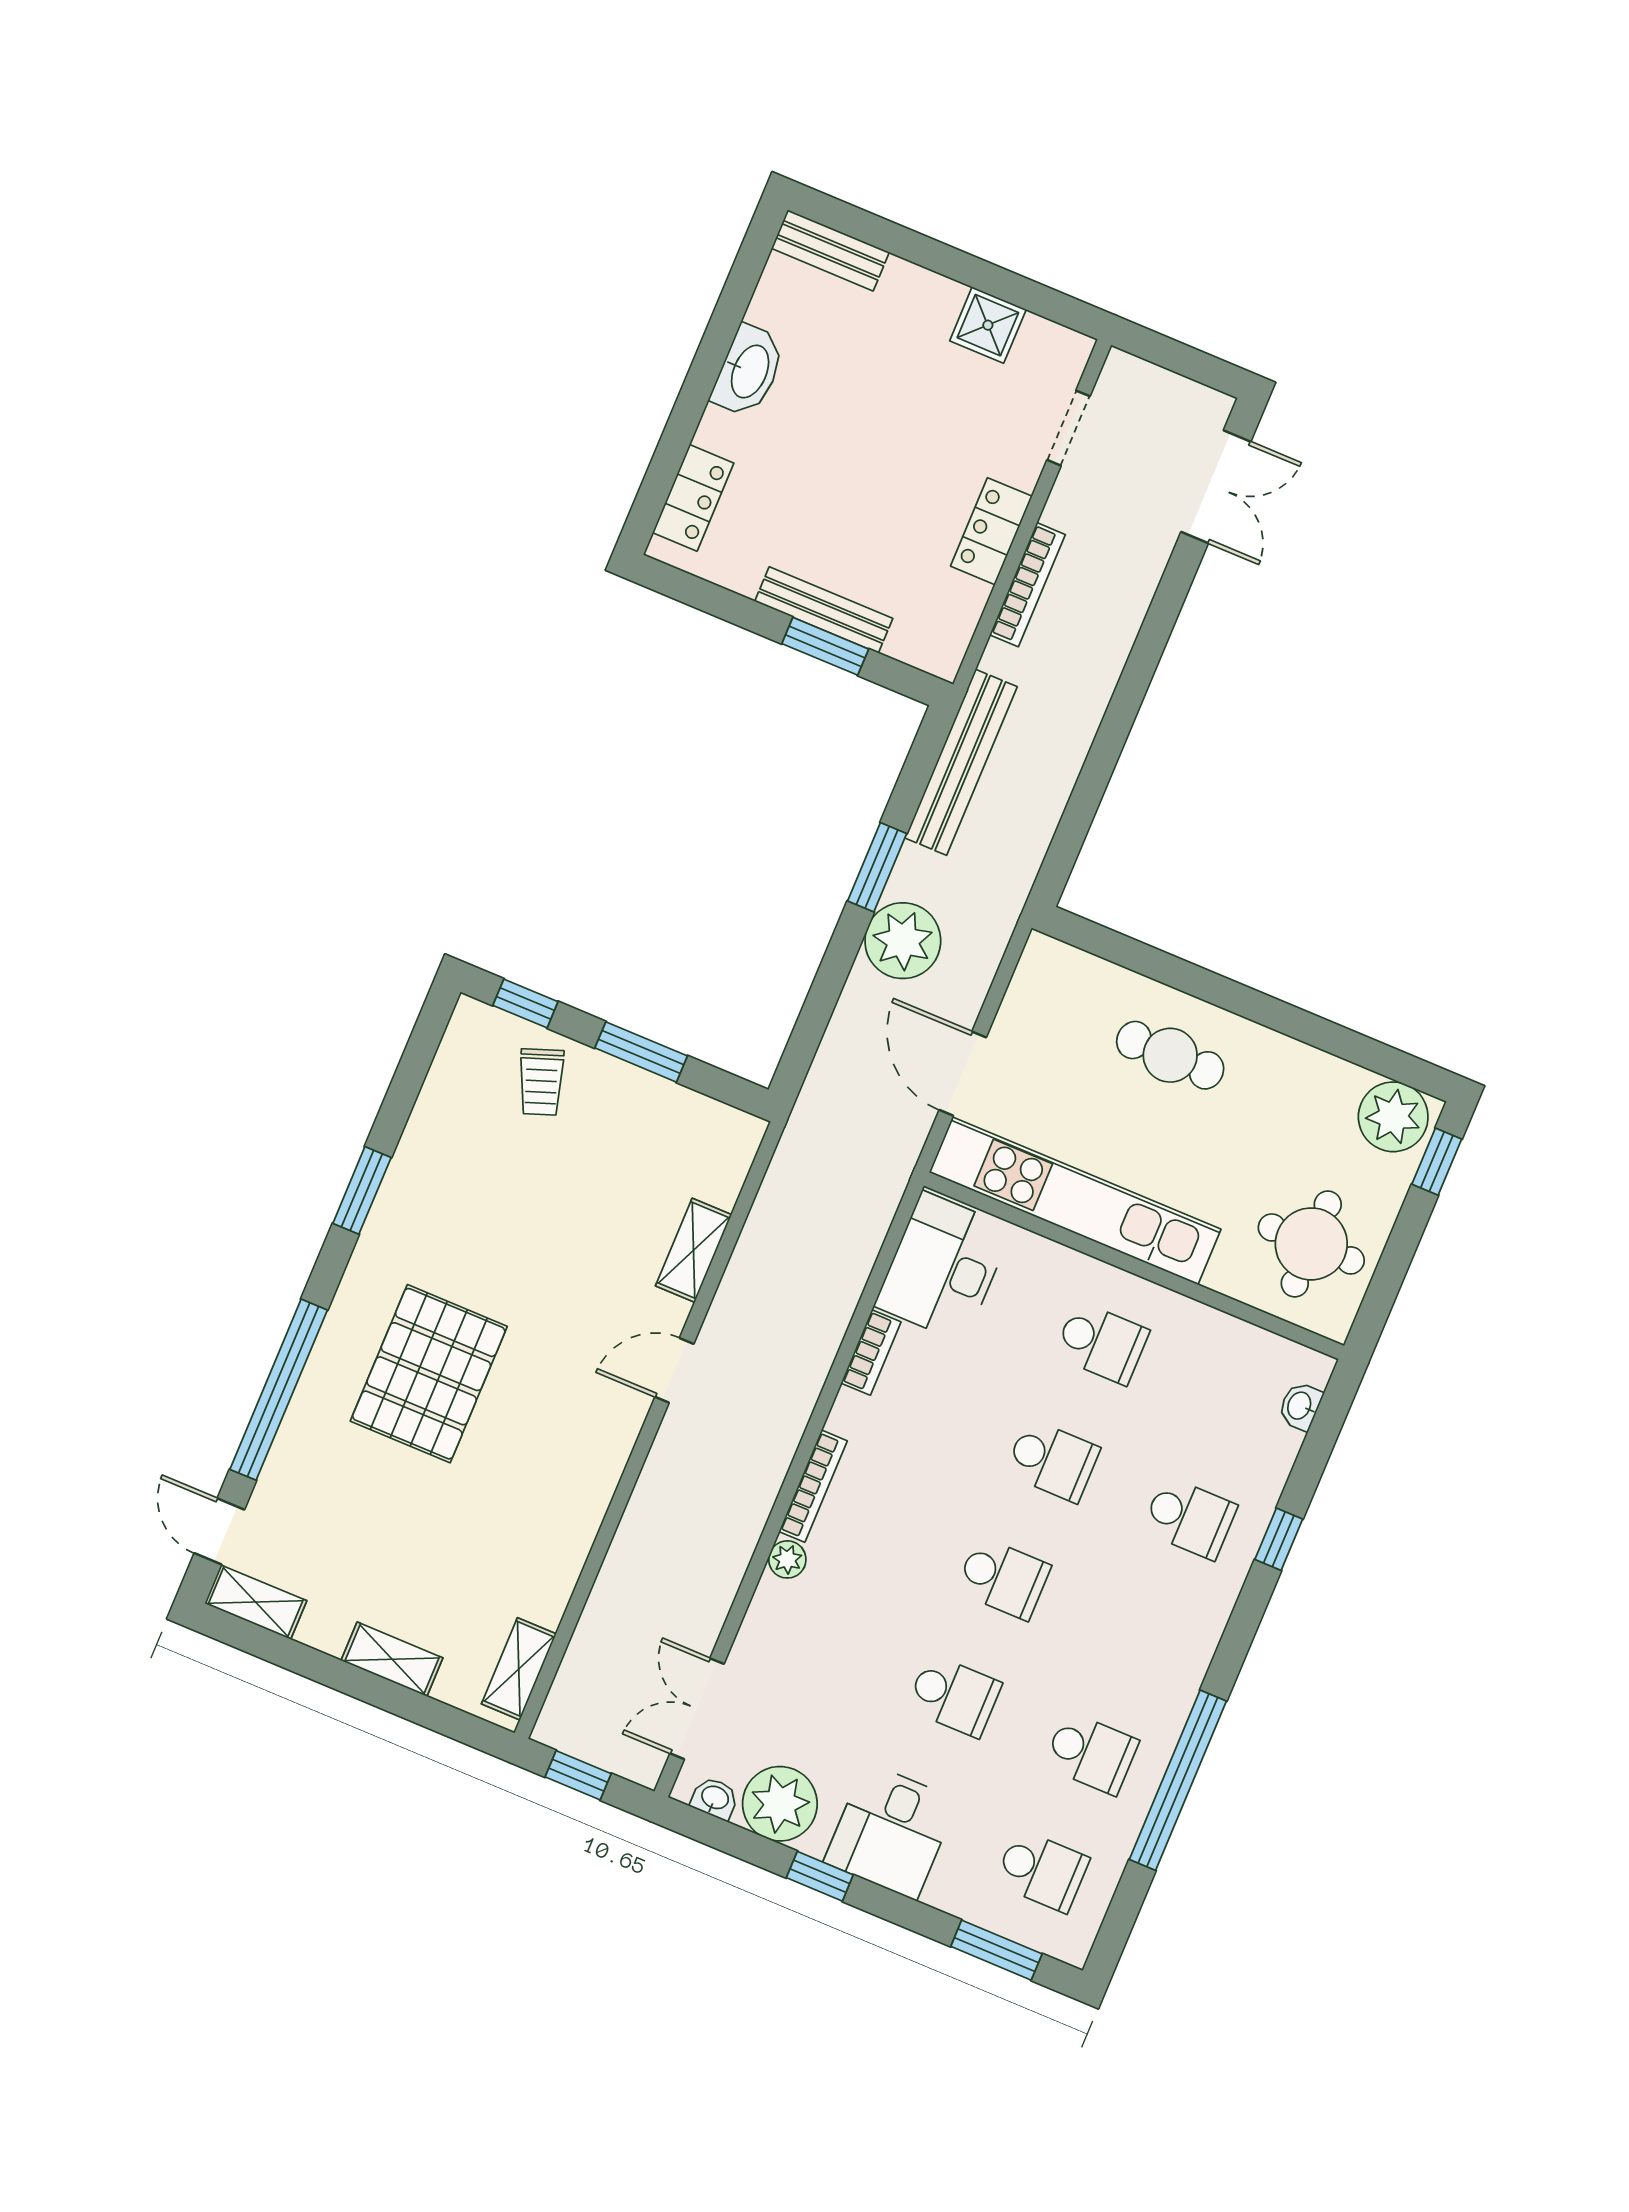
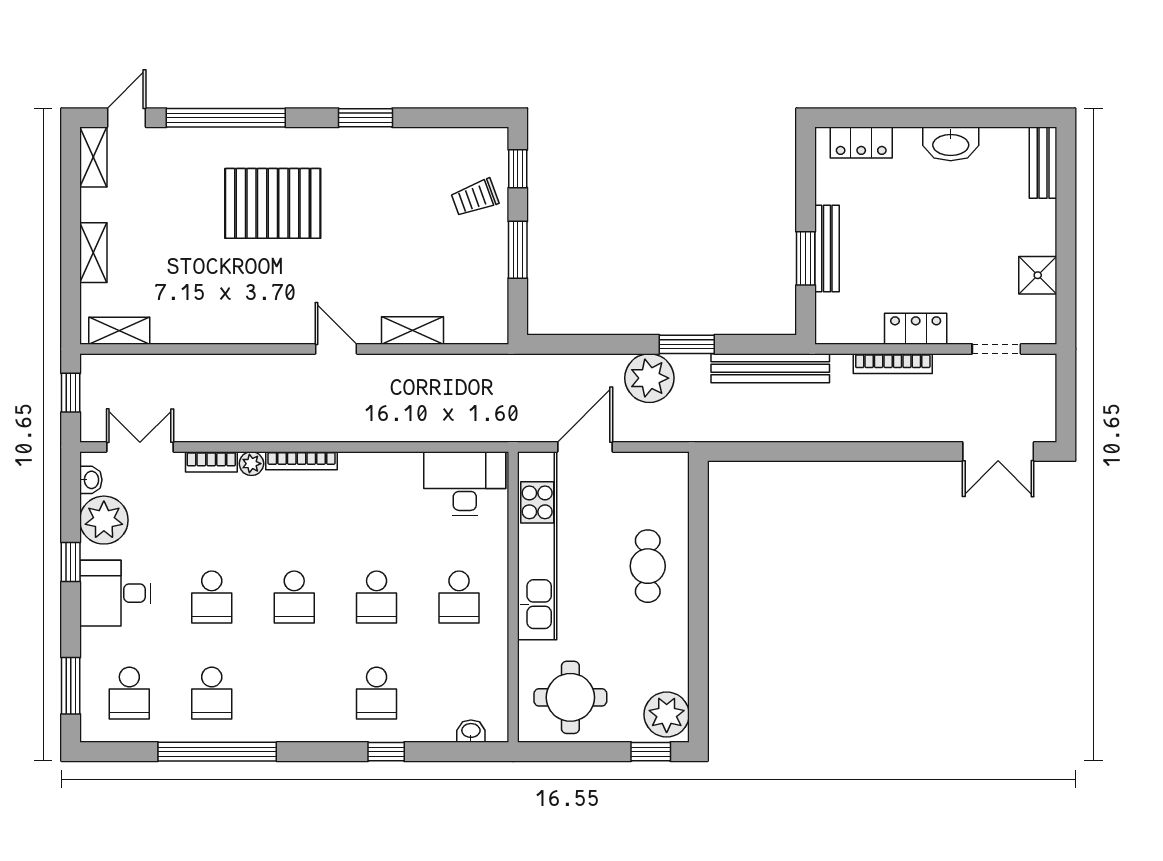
bookcase: (871, 1352) -> (211, 462), moved

